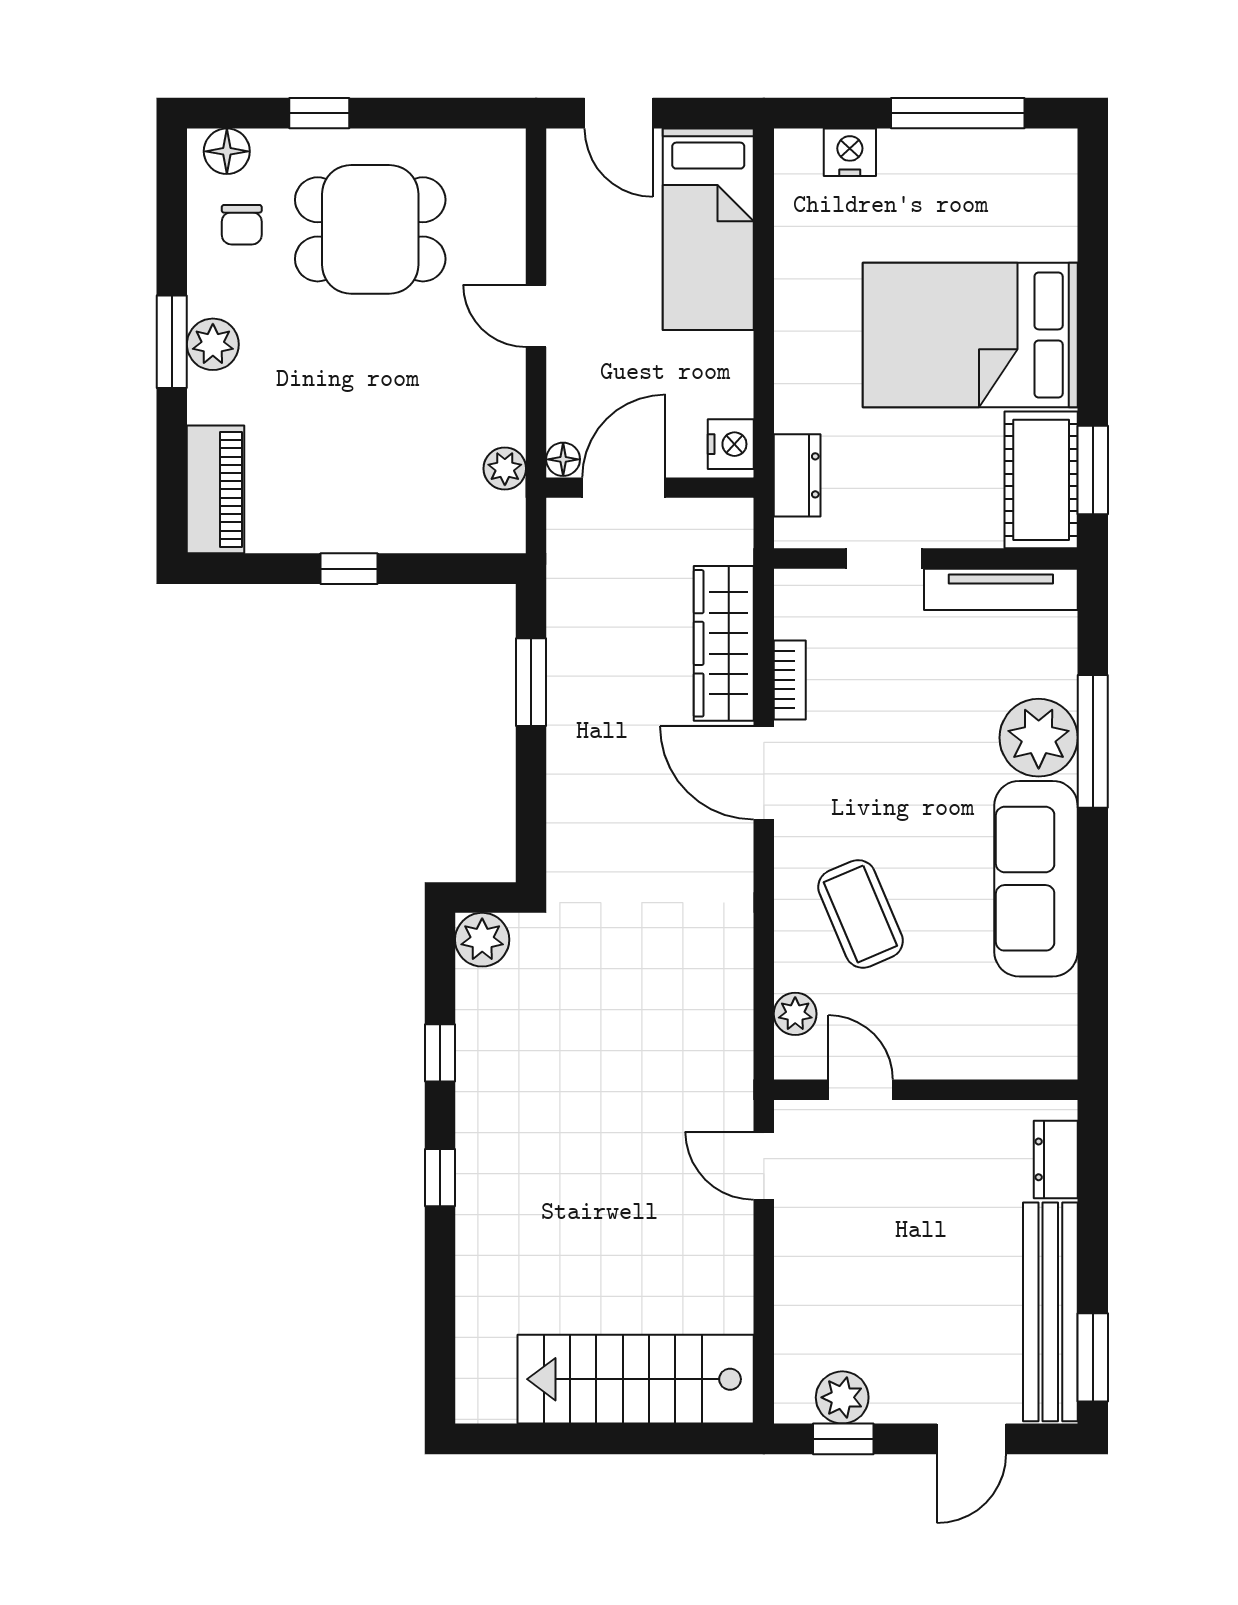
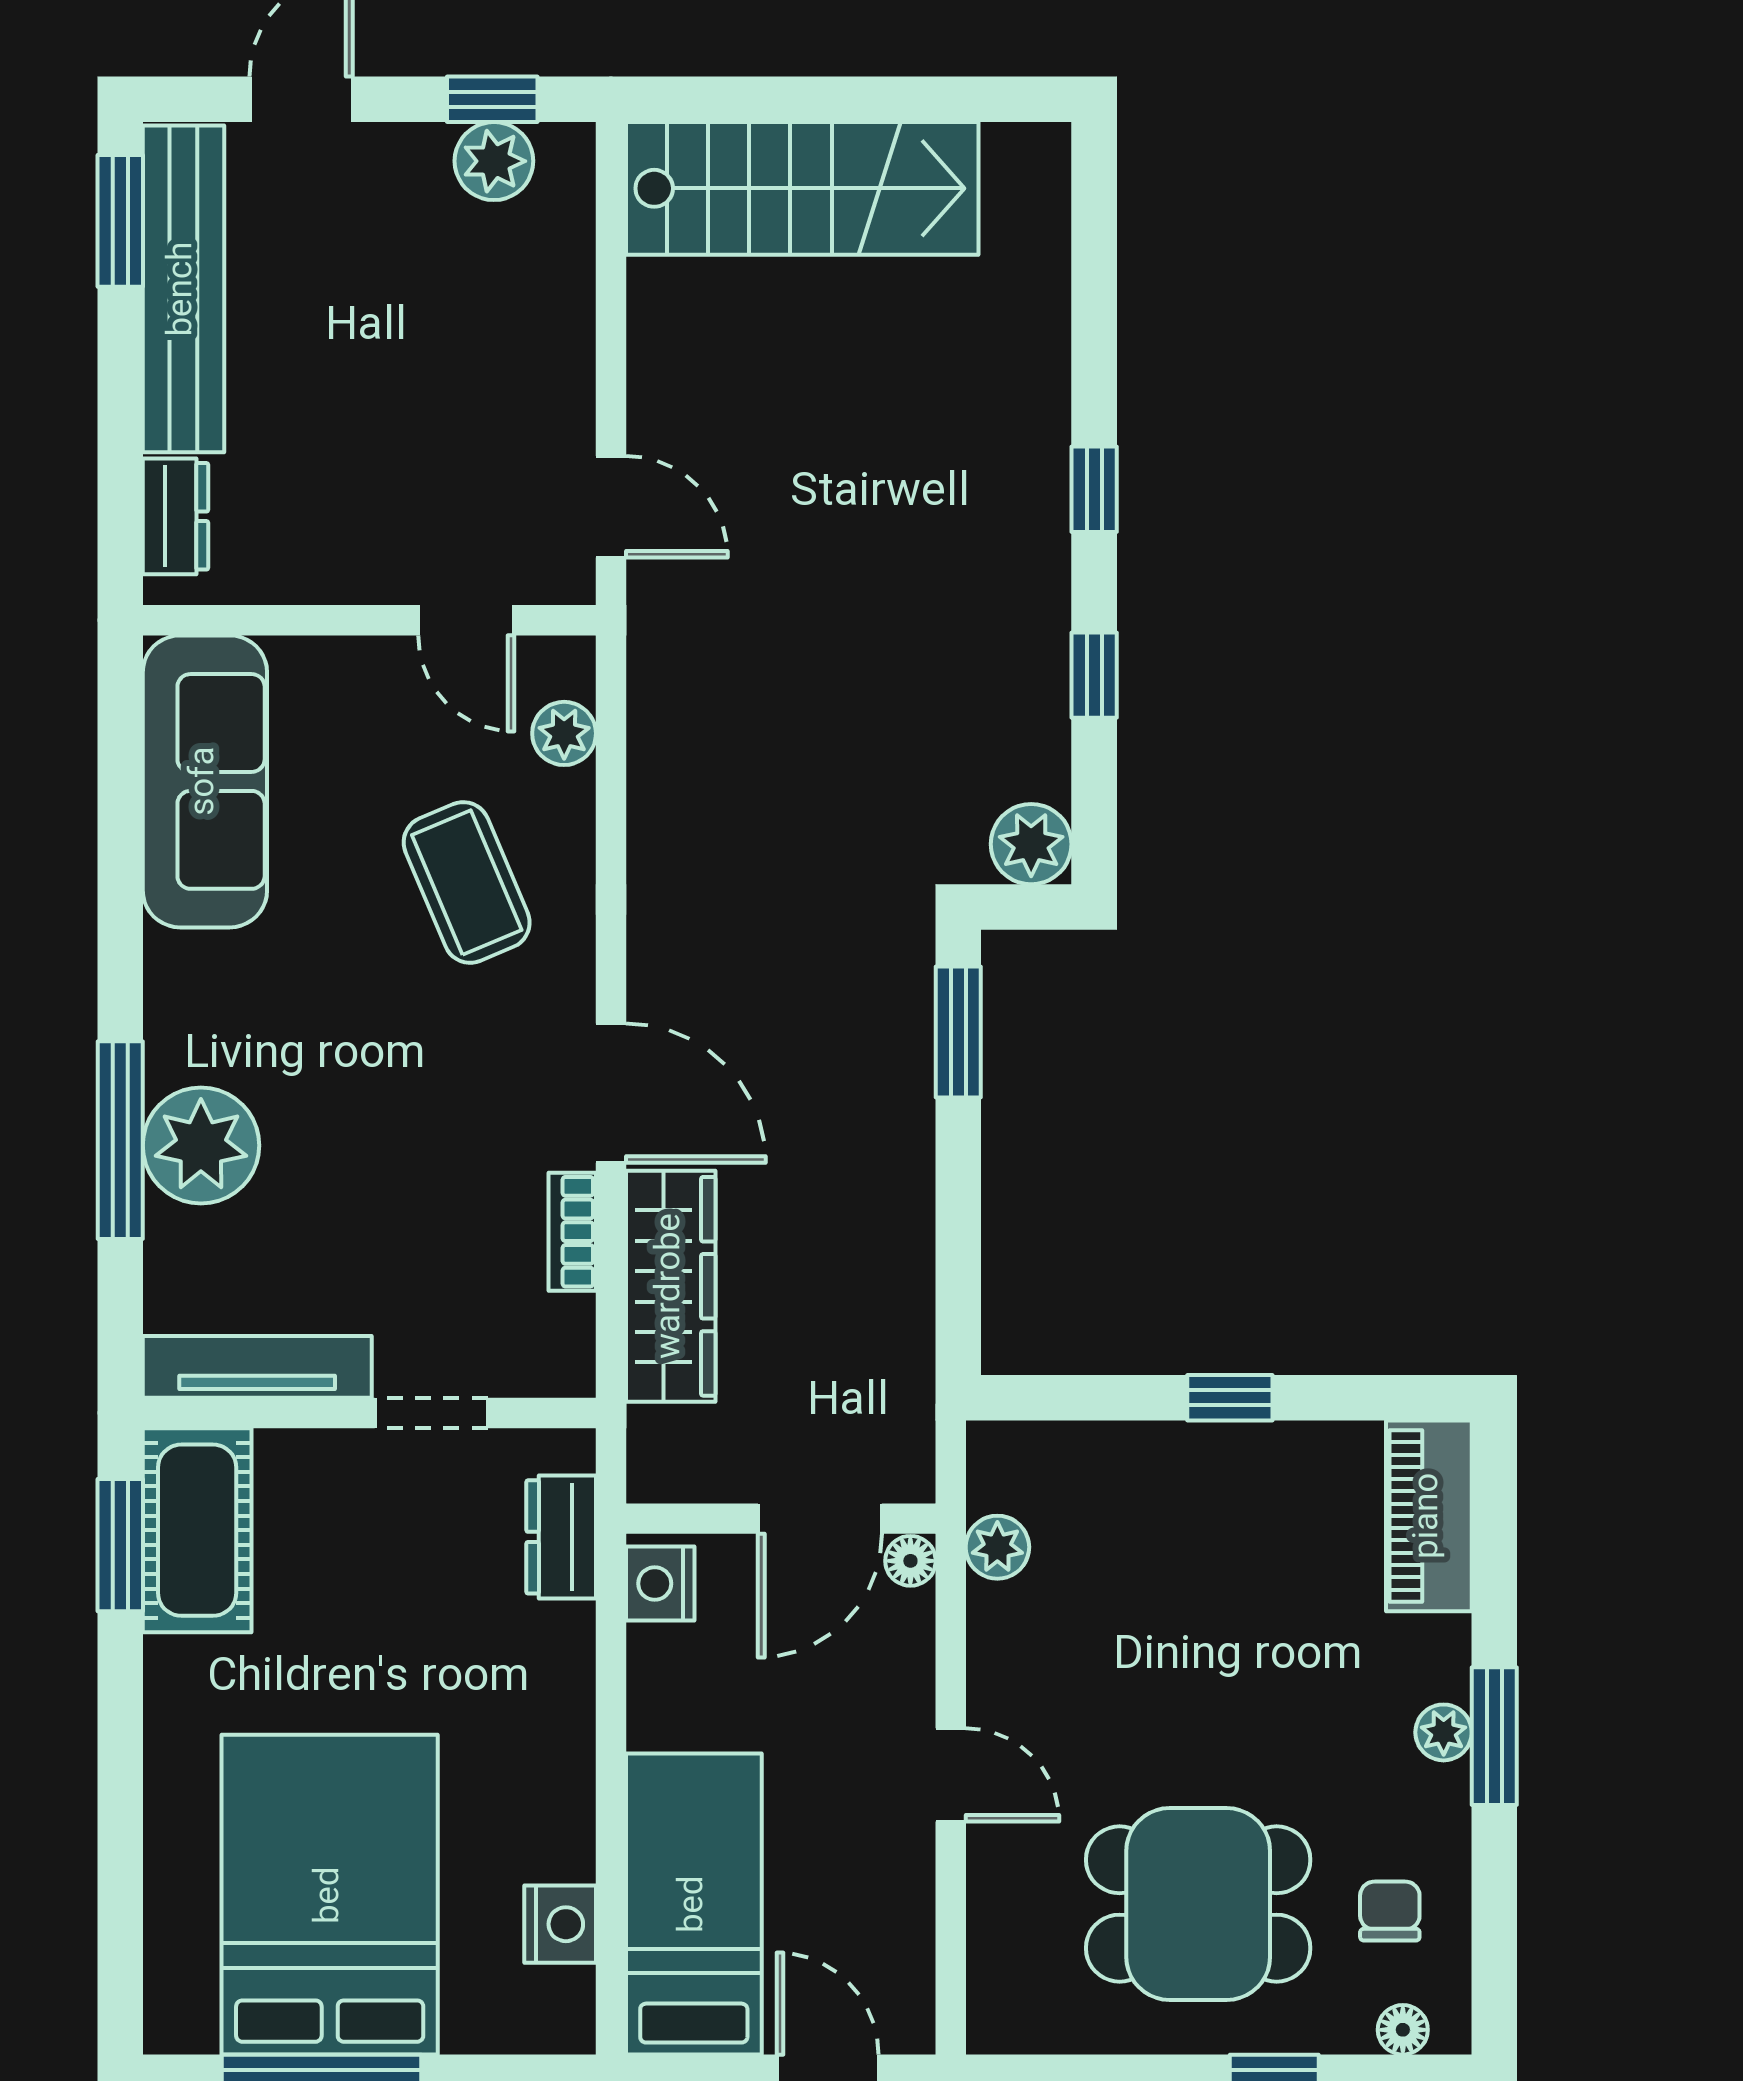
floor lamp: (227, 151) -> (1403, 2030), width x0.73, depth x0.73
nightstand: (850, 152) -> (560, 1924), moved, turned -90
bed: (970, 335) -> (330, 1895), moved, turned -90
plant: (213, 344) -> (1444, 1732), width x0.73, depth x0.73
window: (531, 682) -> (958, 1032), moved
sofa: (1036, 879) -> (205, 781), moved

